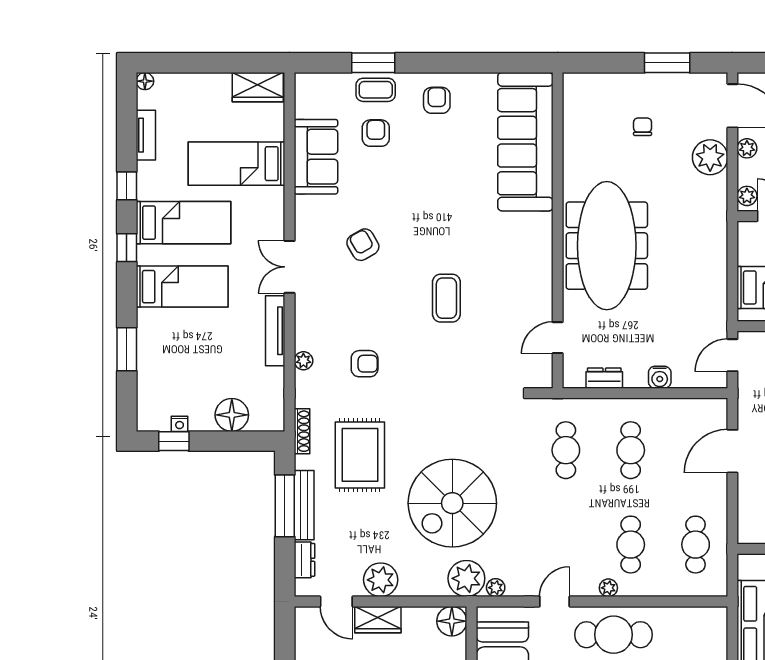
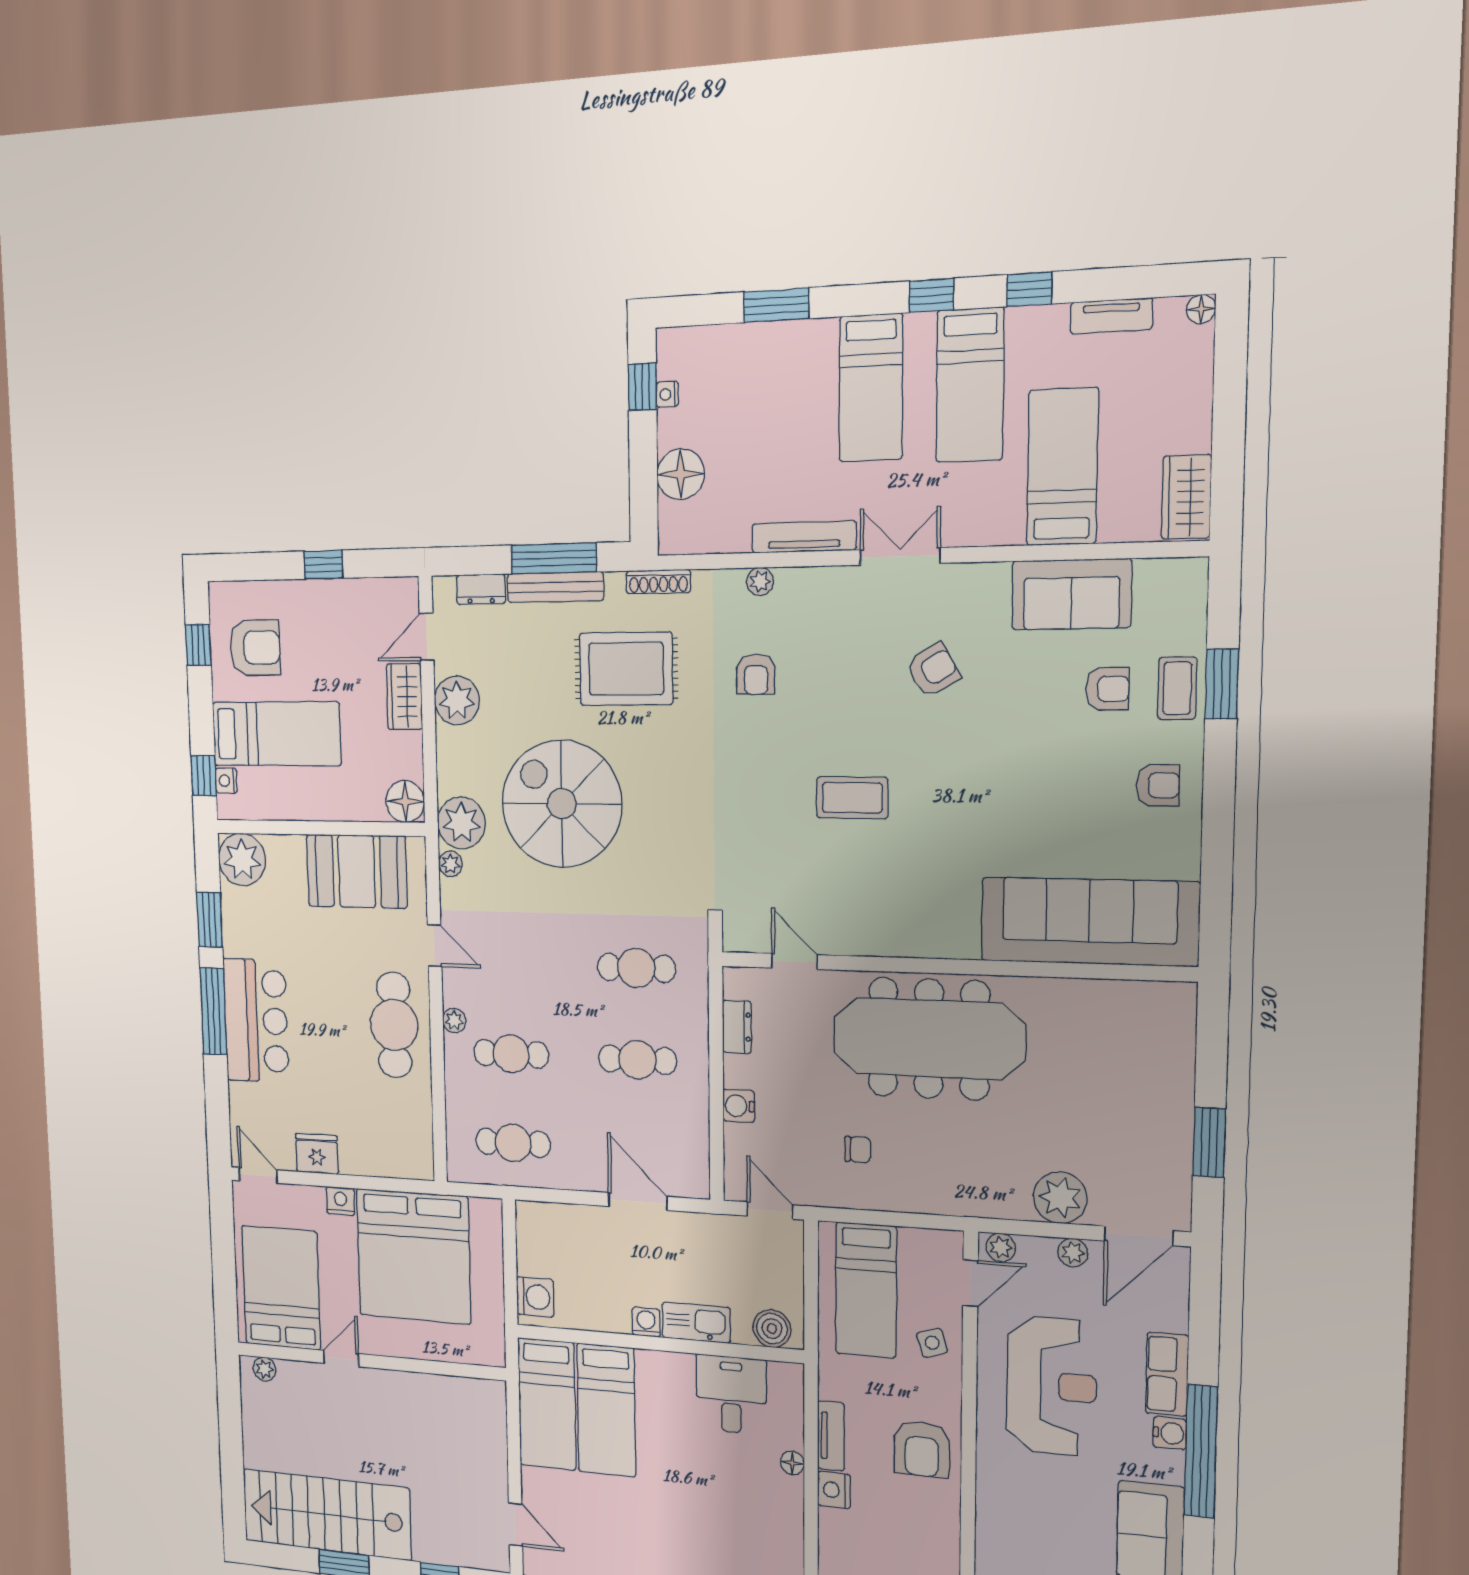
chair: (643, 127) -> (858, 1150), moved

